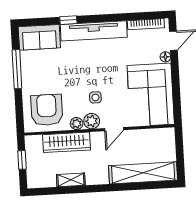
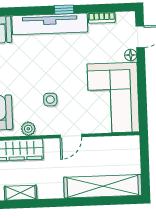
window: (68, 20) -> (64, 10), moved
bookcase: (146, 24) -> (102, 18), width x0.64
plant: (92, 121) -> (45, 126), removed

